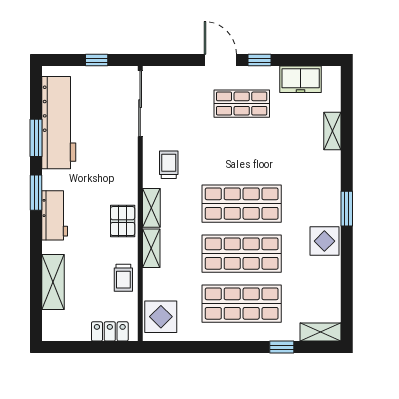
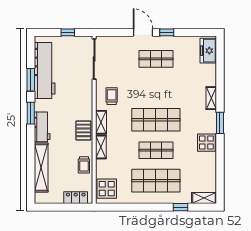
freezer: (301, 79) -> (208, 51), moved, turned 90
shelving: (332, 131) -> (211, 98), moved
shop shelf: (242, 254) -> (156, 150), width x0.70, depth x0.74
shelving: (53, 282) -> (41, 168), width x1.47

